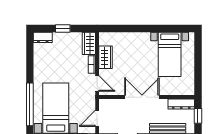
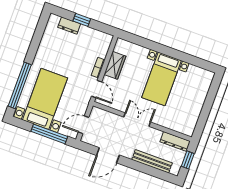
dresser: (43, 37) -> (69, 26), moved
wardrobe: (89, 43) -> (103, 45), removed
bed with nightstands: (170, 54) -> (162, 79), moved
double door: (142, 97) -> (137, 120), width x0.73

